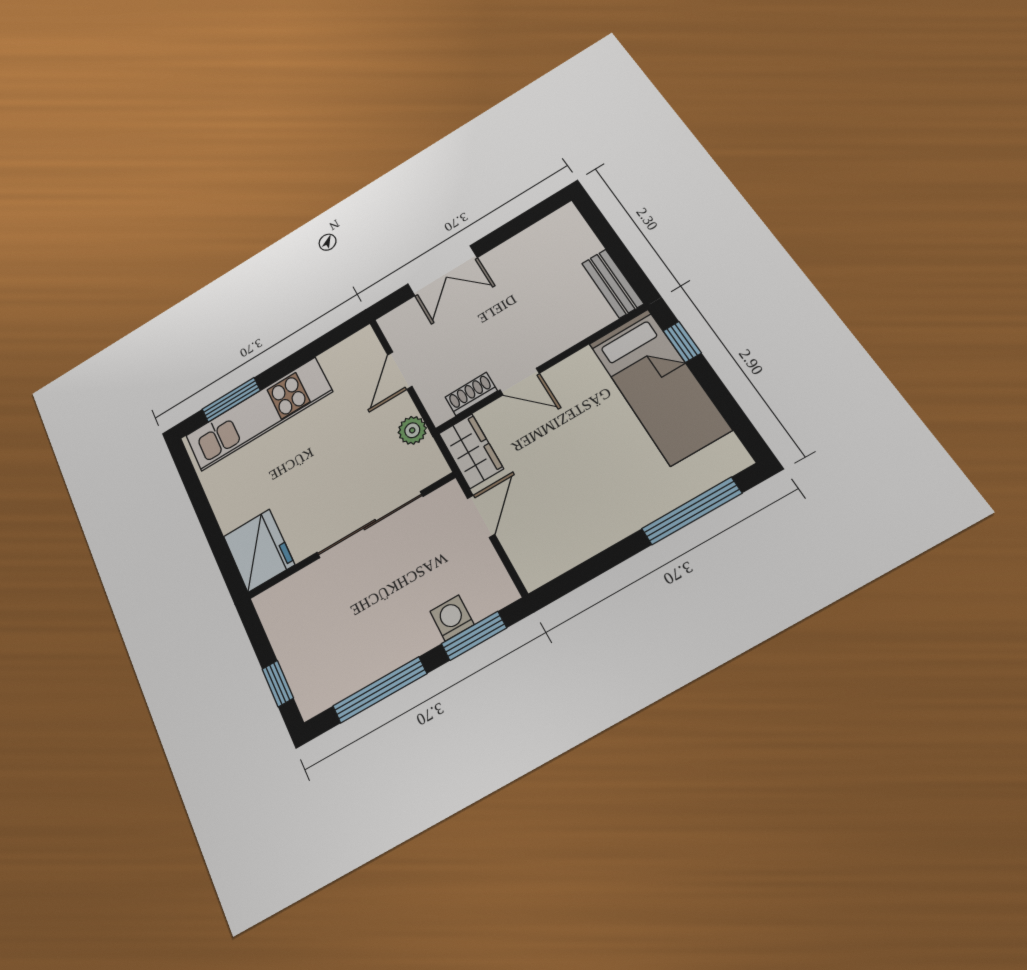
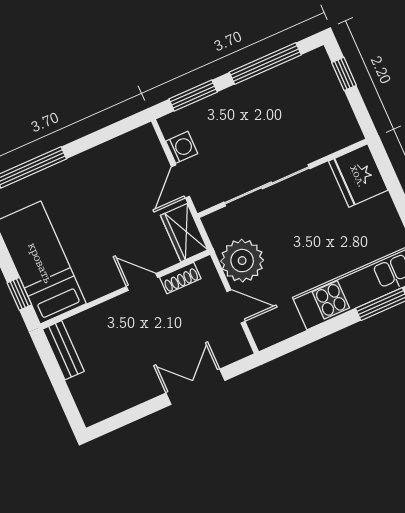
door: (400, 371) -> (236, 306), hinge flipped
plant: (412, 430) -> (242, 261), width x1.88, depth x1.88
washing machine: (452, 618) -> (182, 147), moved, turned -90

